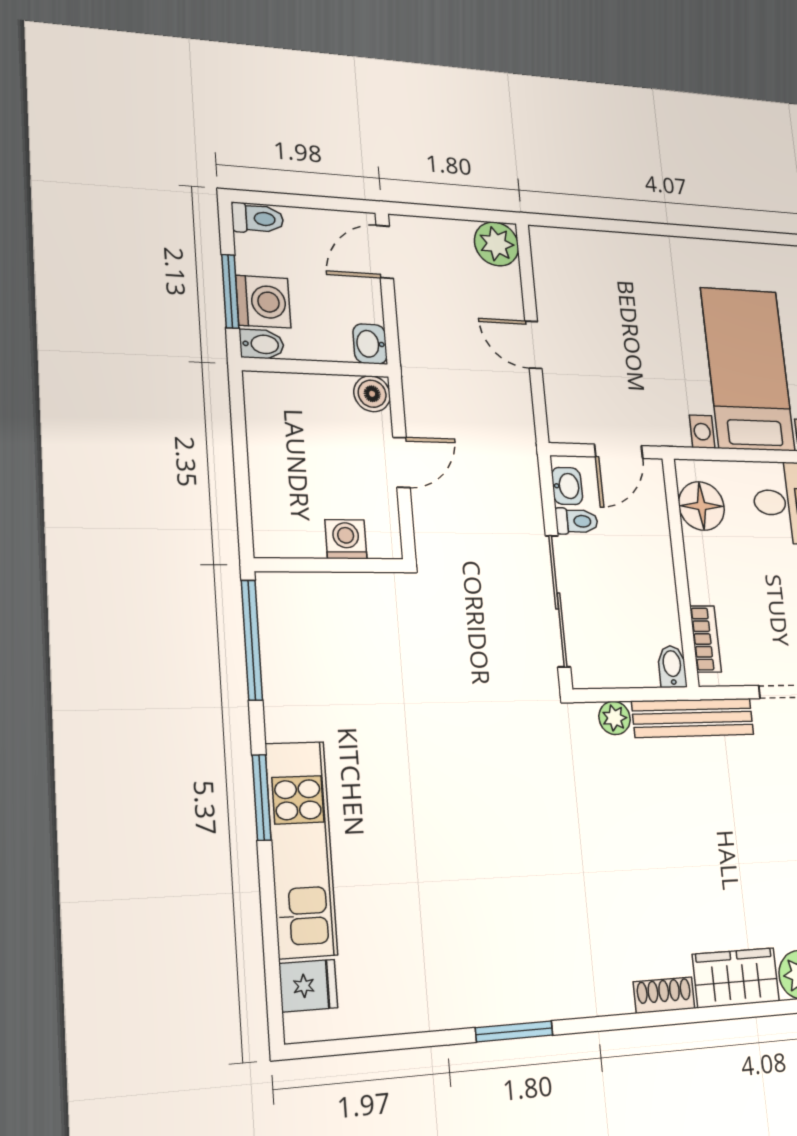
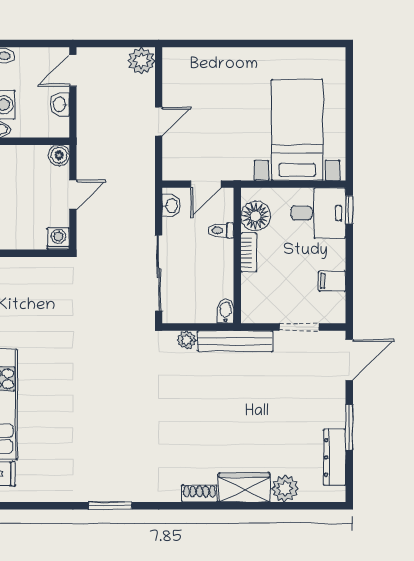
washbasin: (370, 344) -> (60, 104), moved
door: (533, 345) -> (159, 122), swing flipped
toilet: (577, 521) -> (221, 230), moved, turned 180
washing machine: (346, 539) -> (58, 239), moved
bookcase: (706, 639) -> (249, 252), moved

